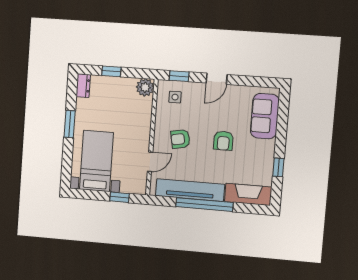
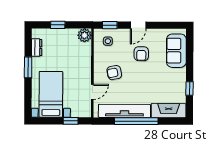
dresser: (83, 86) -> (37, 48), moved
armchair: (223, 141) -> (141, 54), moved

